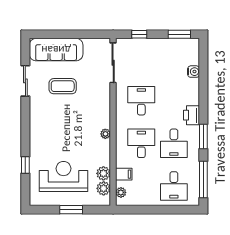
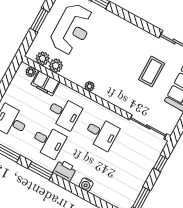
water cooler: (194, 72) -> (86, 184), moved
desk: (174, 143) -> (48, 142), turned 180
filing cabinet: (124, 174) -> (45, 83), width x2.00

